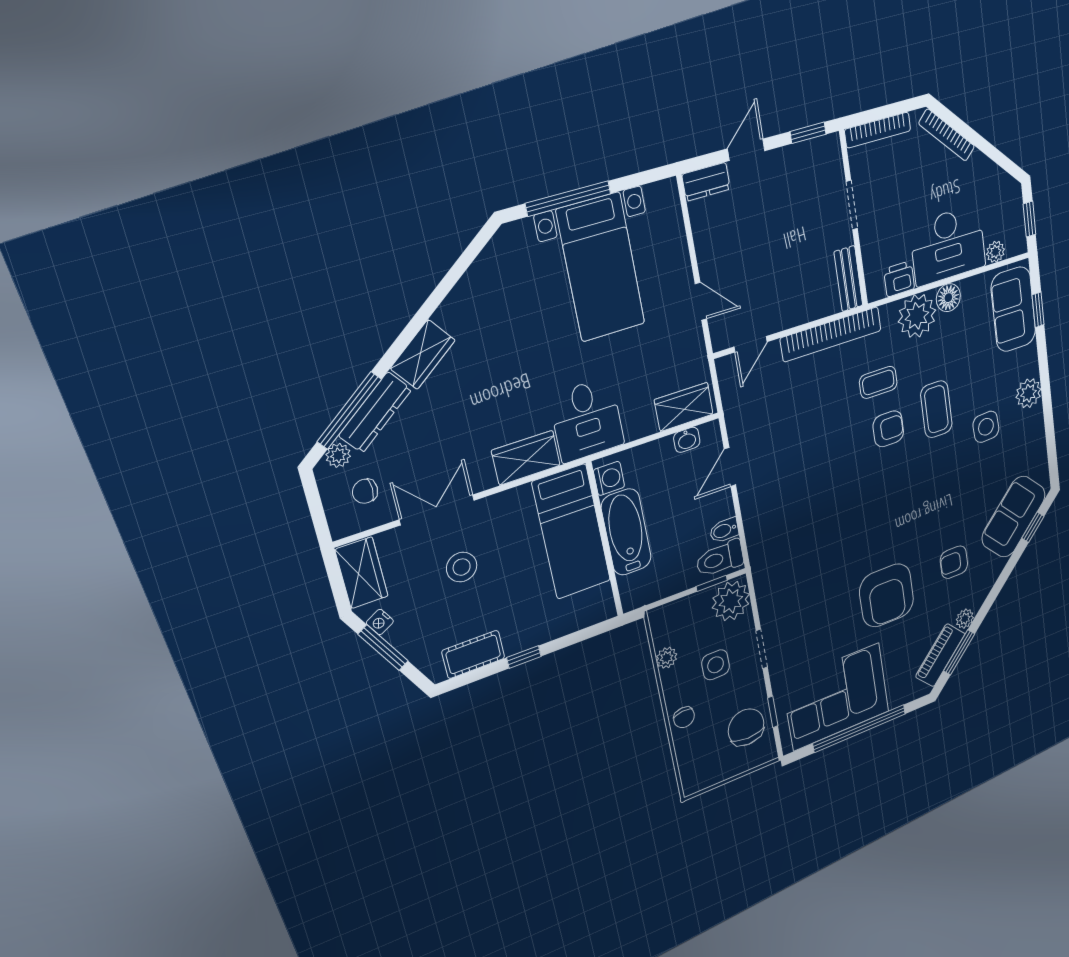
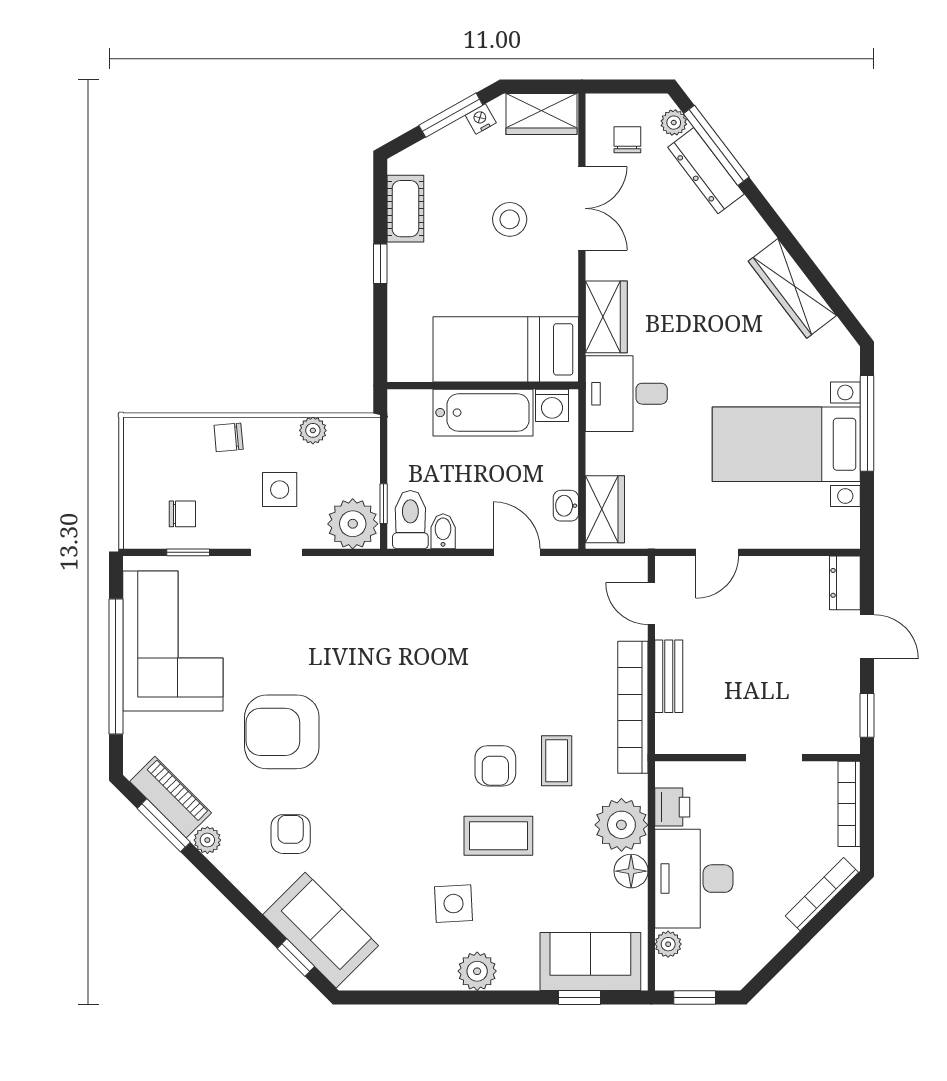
bench: (848, 279) -> (669, 676), moved, turned 90
wardrobe: (423, 354) -> (792, 288), moved, width x1.50
chair: (746, 727) -> (182, 514), width x0.54, depth x0.54

